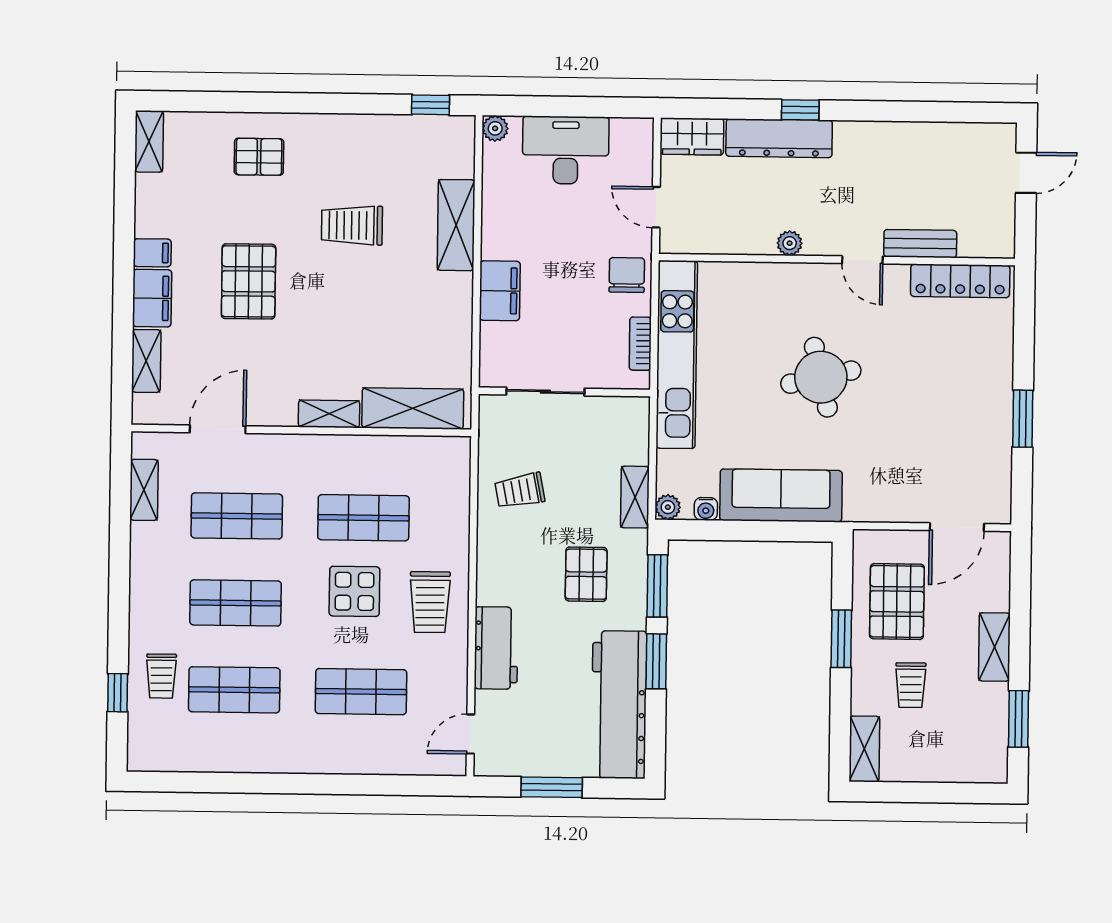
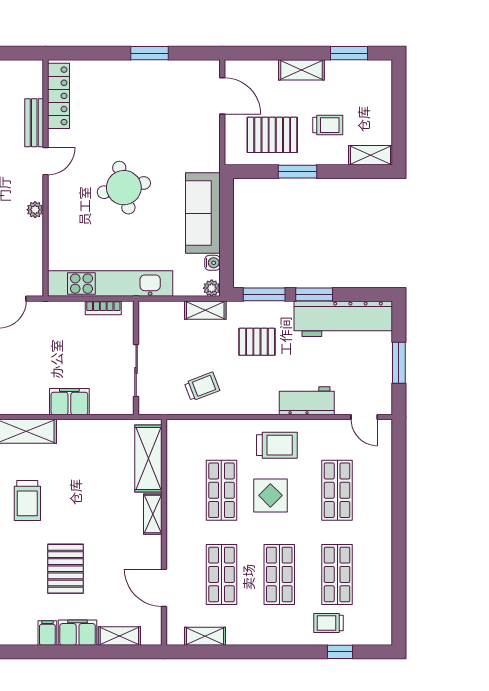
chair: (627, 275) -> (58, 318), removed
pallet: (249, 281) -> (66, 569), turned 90
trolley: (520, 491) -> (202, 387), turned -100
trolley: (161, 676) -> (329, 623), turned 180

